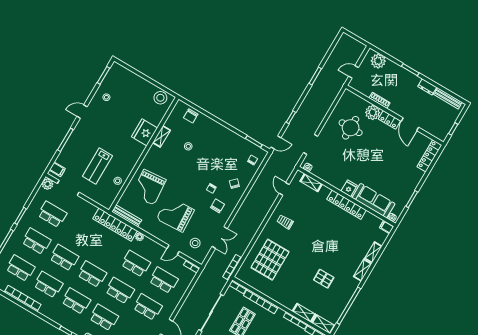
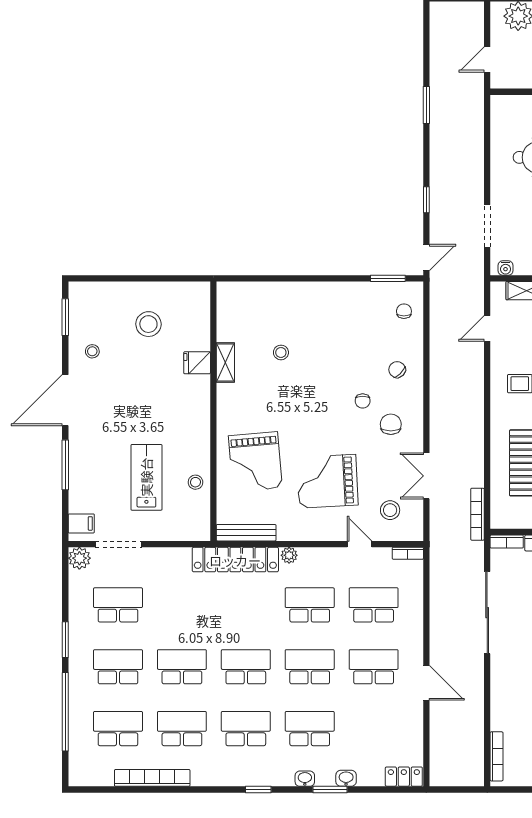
stool: (160, 98) -> (148, 324), moved
door: (82, 112) -> (65, 400), width x1.88
chair: (191, 116) -> (255, 298), removed
fridge: (145, 132) -> (197, 363), width x0.53, depth x0.75
lab bench: (98, 166) -> (146, 477), turned 180
door: (284, 189) -> (487, 328), hinge flipped
double door: (220, 237) -> (426, 476), swing flipped
door: (173, 250) -> (360, 544), swing flipped

